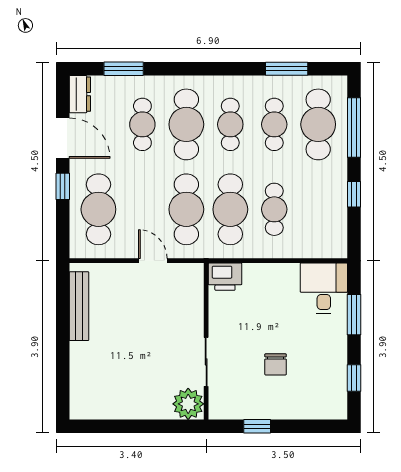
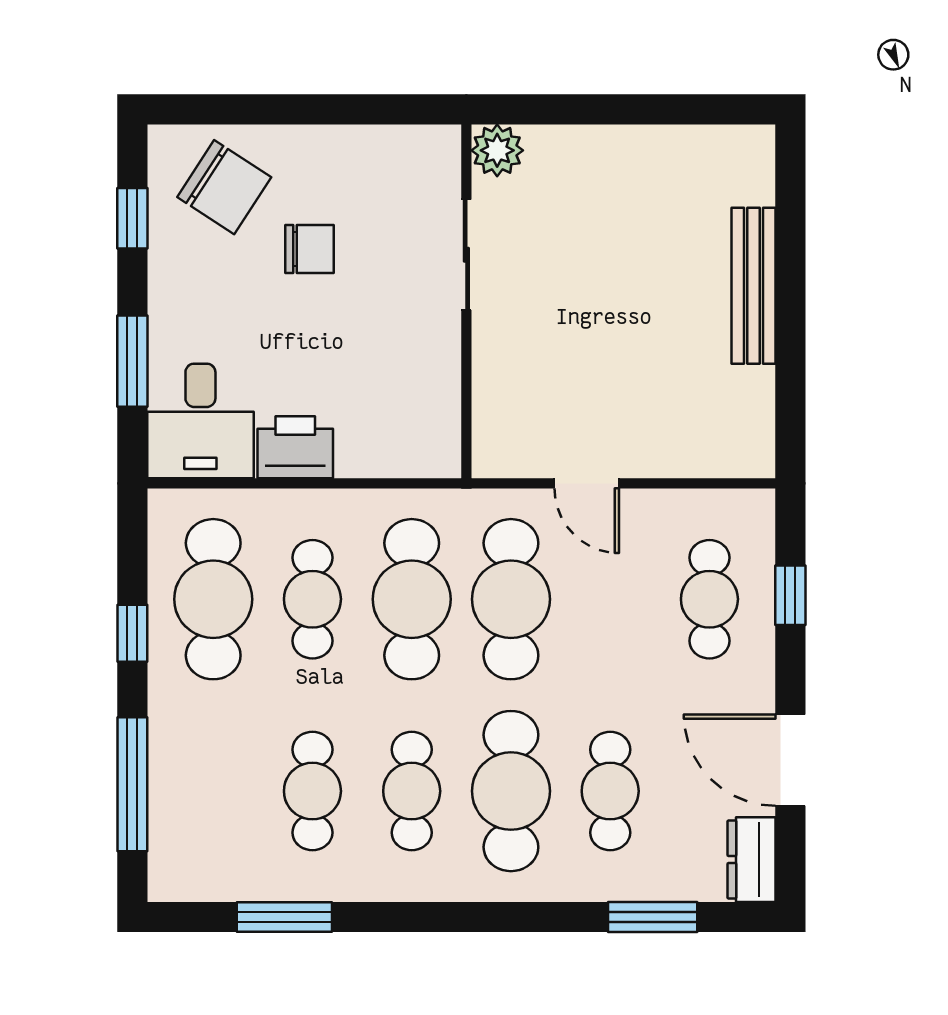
cafe table: (318, 124) -> (213, 599), moved
window: (63, 186) -> (790, 595), moved
cafe table: (98, 209) -> (709, 599), width x0.73, depth x0.74
printer: (225, 277) -> (295, 447), moved
bench: (79, 306) -> (753, 286), moved
chair: (276, 364) -> (310, 249), turned 90
chair: (313, 392) -> (224, 187), added
plant: (188, 404) -> (497, 150), width x0.73, depth x0.73
window: (257, 426) -> (351, 109), removed

